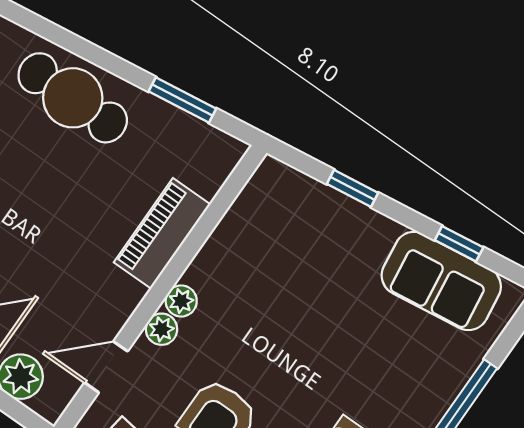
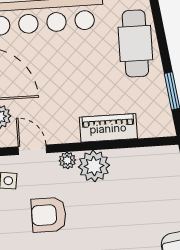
plant: (181, 301) -> (94, 166), width x1.88, depth x1.88

